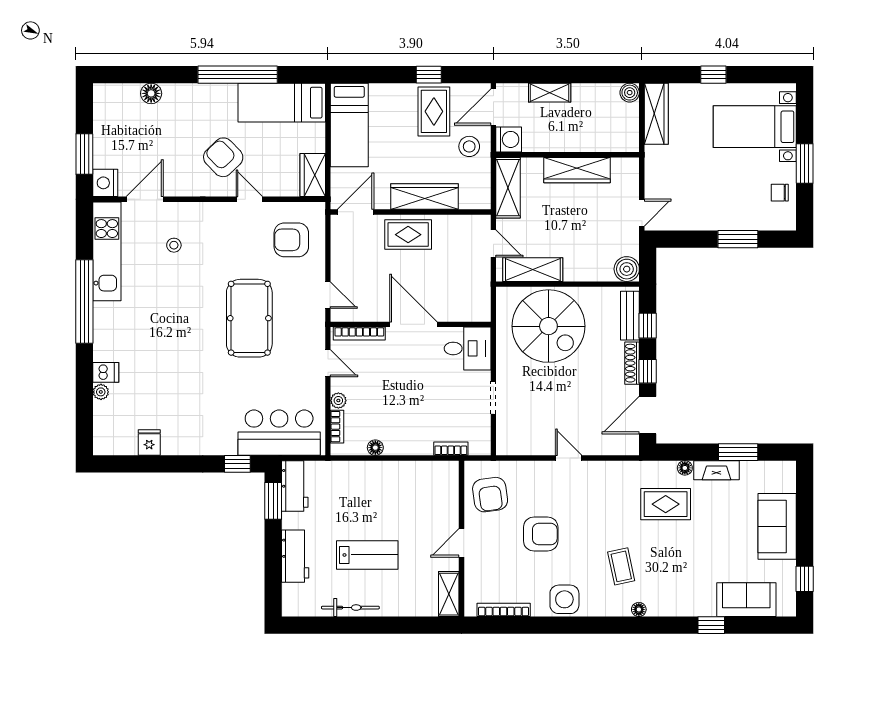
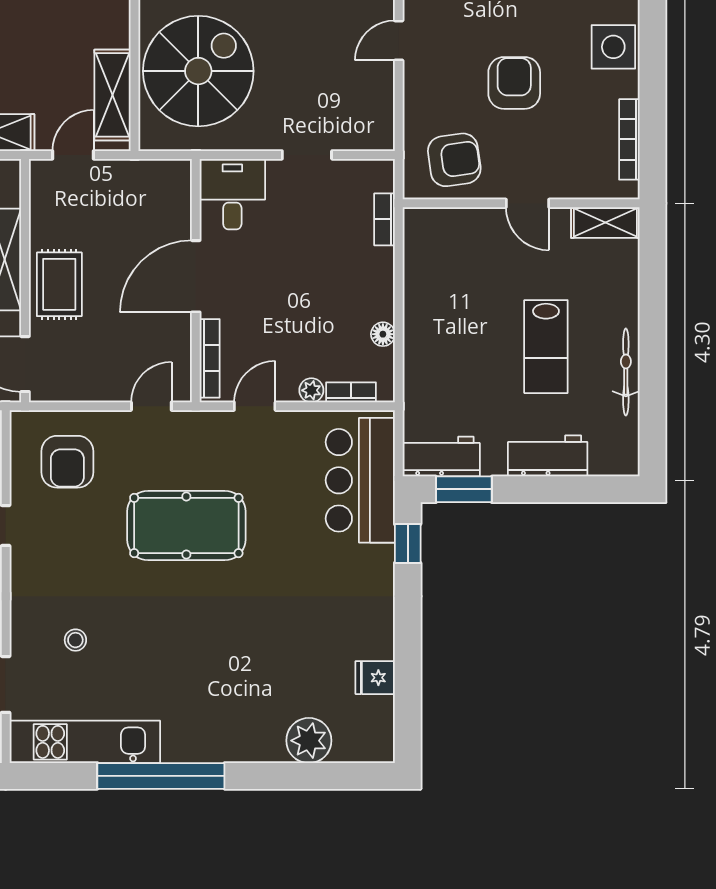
dishwasher: (106, 372) -> (269, 744), removed
plant: (101, 392) -> (309, 741), width x1.87, depth x1.87
lab bench: (367, 555) -> (546, 347), turned 180

